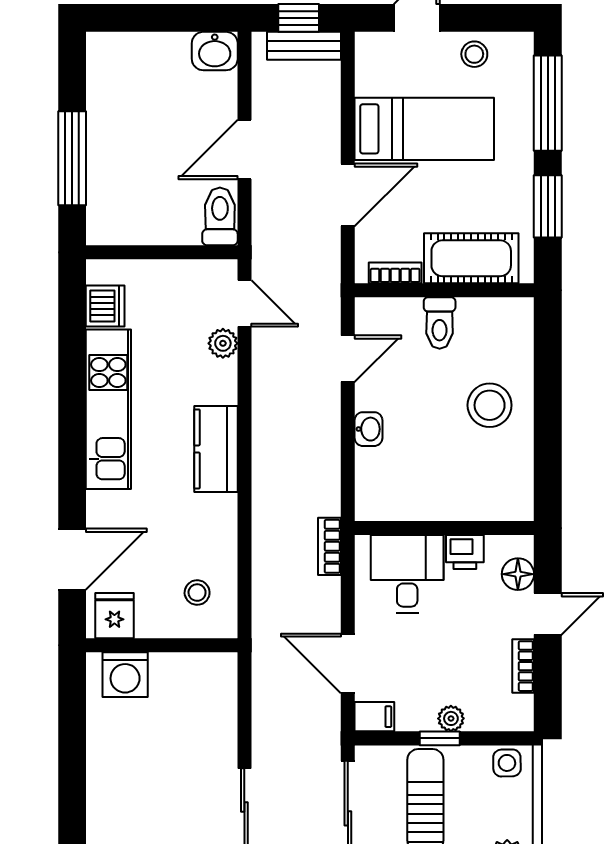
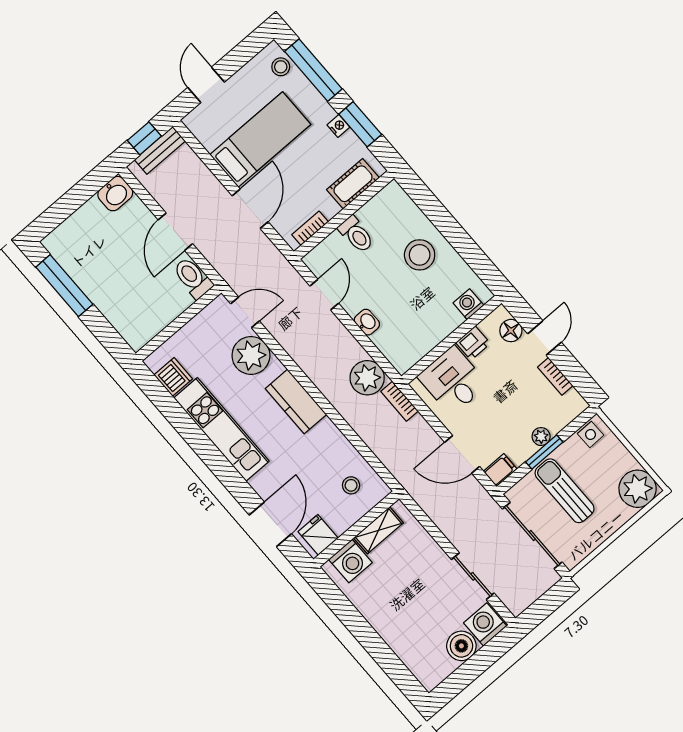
stool: (474, 54) -> (281, 67), moved
window: (72, 158) -> (64, 286), moved
nightstand: (522, 188) -> (338, 126), added
cot: (471, 258) -> (353, 184), width x0.73, depth x0.75
plant: (223, 343) -> (251, 355), width x1.88, depth x1.88
plant: (316, 490) -> (367, 378), added
washing machine: (496, 505) -> (468, 304), added
shelving: (185, 668) -> (378, 530), added
window: (440, 738) -> (544, 452), width x1.50

